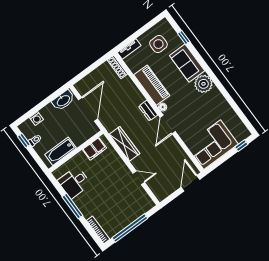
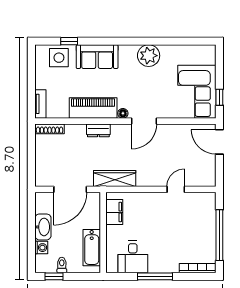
side table: (158, 44) -> (59, 58), moved
plant: (203, 84) -> (149, 56), moved
washbasin: (63, 100) -> (43, 227), moved
door: (88, 109) -> (70, 189), swing flipped
dresser: (148, 111) -> (98, 130), moved
door: (168, 125) -> (144, 121), hinge flipped
wardrobe: (125, 144) -> (115, 178), moved
window: (241, 146) -> (219, 97), moved

